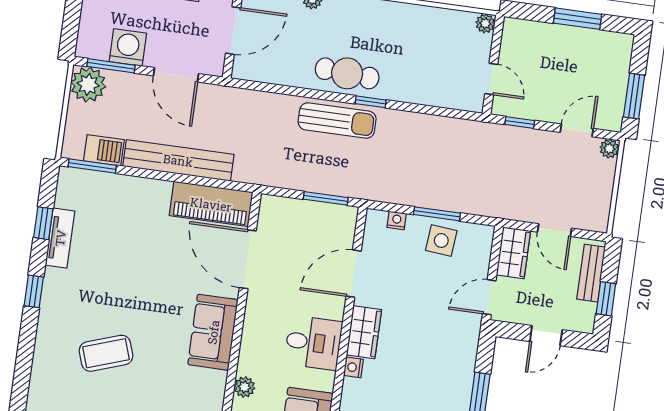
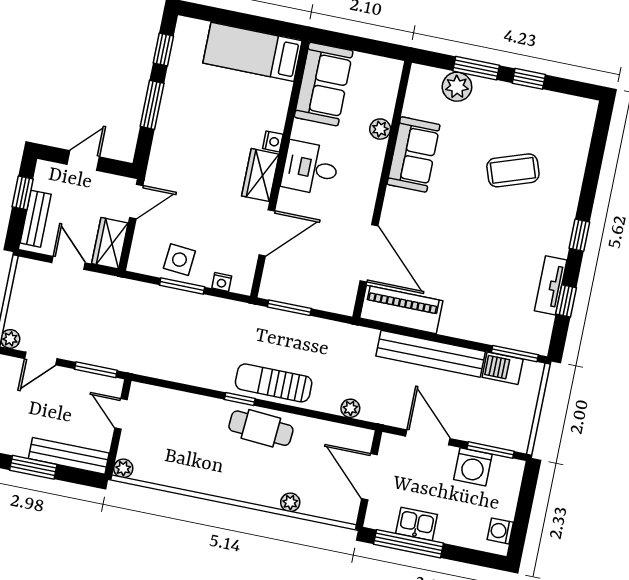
door: (233, 31) -> (369, 477), hinge flipped
bench: (542, 33) -> (69, 456), added
plant: (88, 84) -> (350, 408), moved, width x0.53, depth x0.53
window: (520, 122) -> (96, 370), width x1.50
sofa: (213, 332) -> (414, 154), moved

